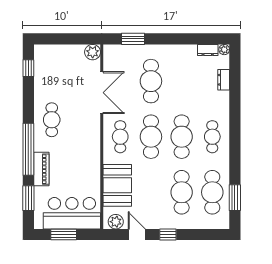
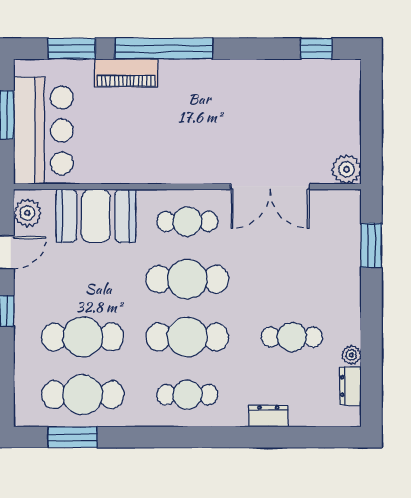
plant: (224, 50) -> (351, 355), moved
dresser: (224, 80) -> (268, 416), moved
cafe table: (151, 81) -> (292, 337), moved, width x0.73, depth x0.74
cafe table: (52, 120) -> (219, 93), removed

